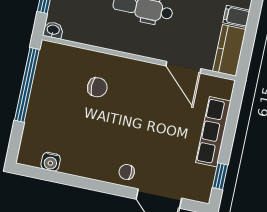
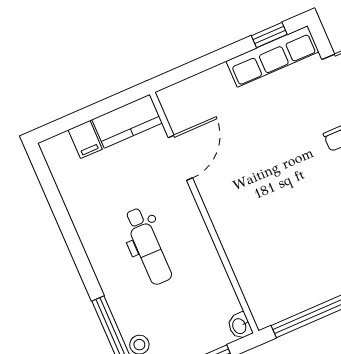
chair: (97, 87) -> (267, 235), removed
row of seats: (213, 132) -> (272, 56), moved

